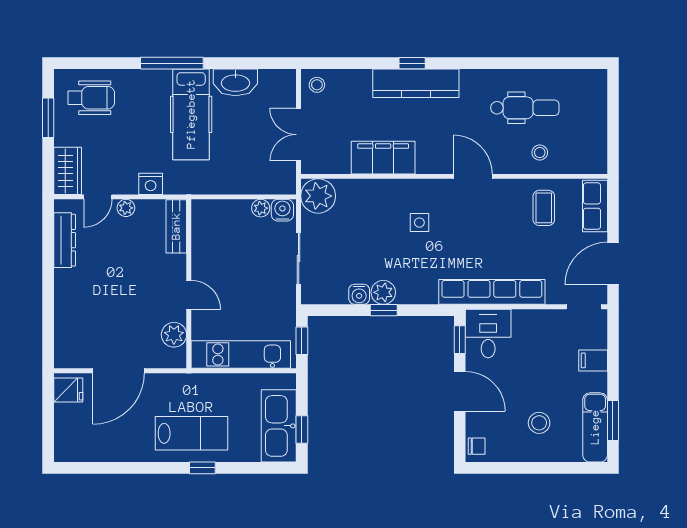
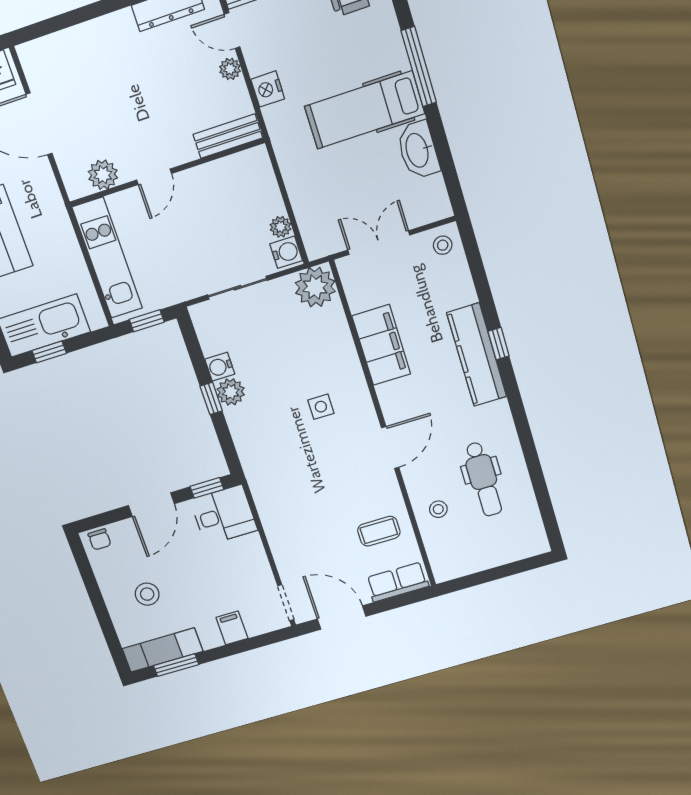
row of seats: (492, 292) -> (270, 505), removed

